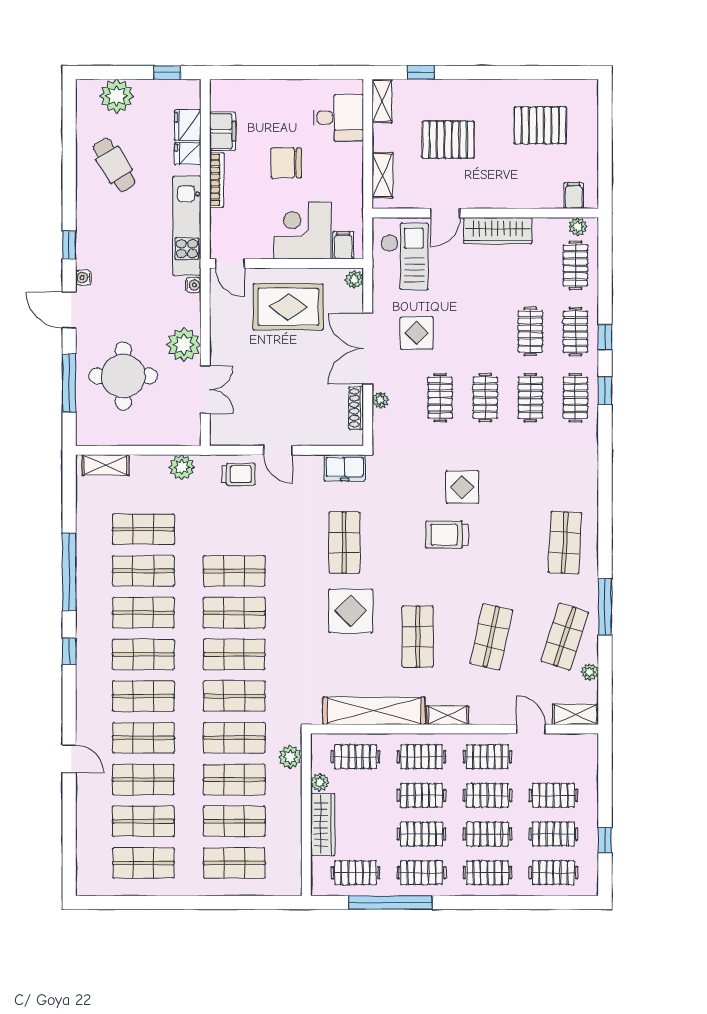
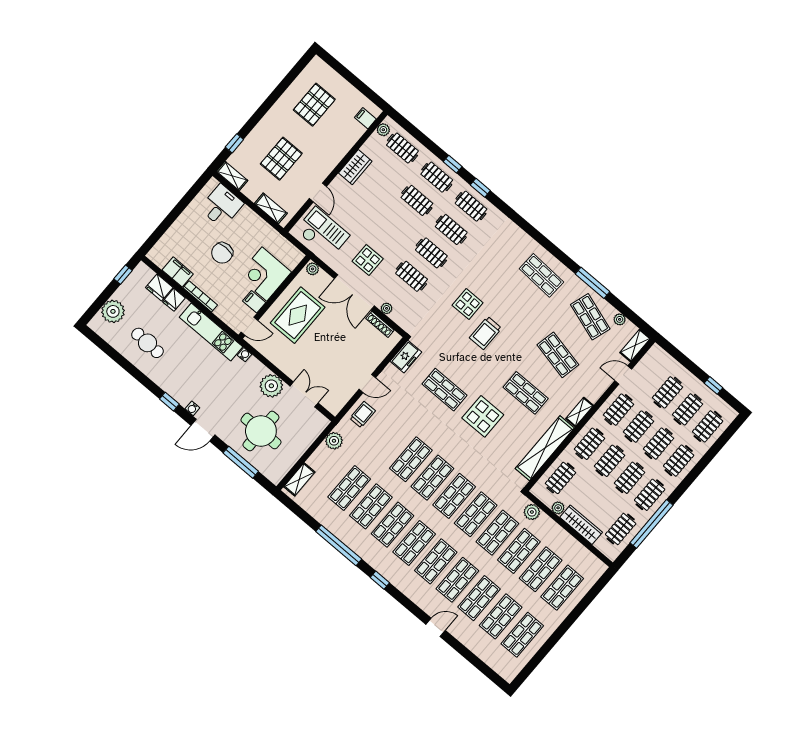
cafe table: (114, 165) -> (147, 343), turned 34
wardrobe: (498, 231) -> (355, 167), width x0.67
filing cabinet: (343, 245) -> (254, 302), moved

